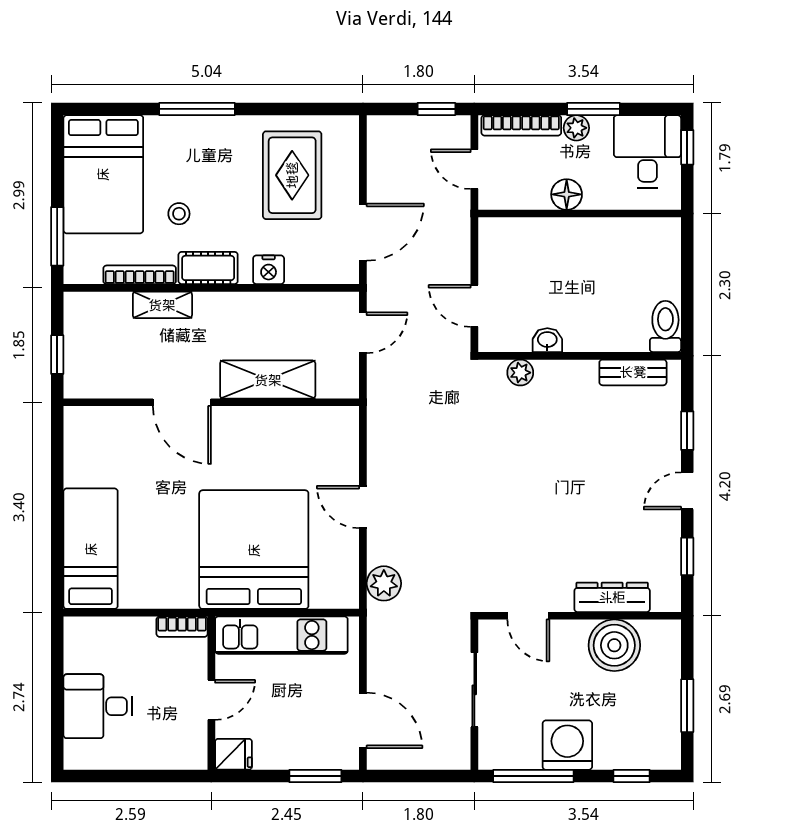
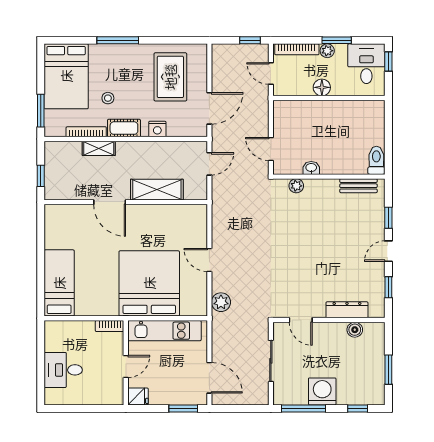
boiler: (614, 645) -> (355, 330), width x0.54, depth x0.54

